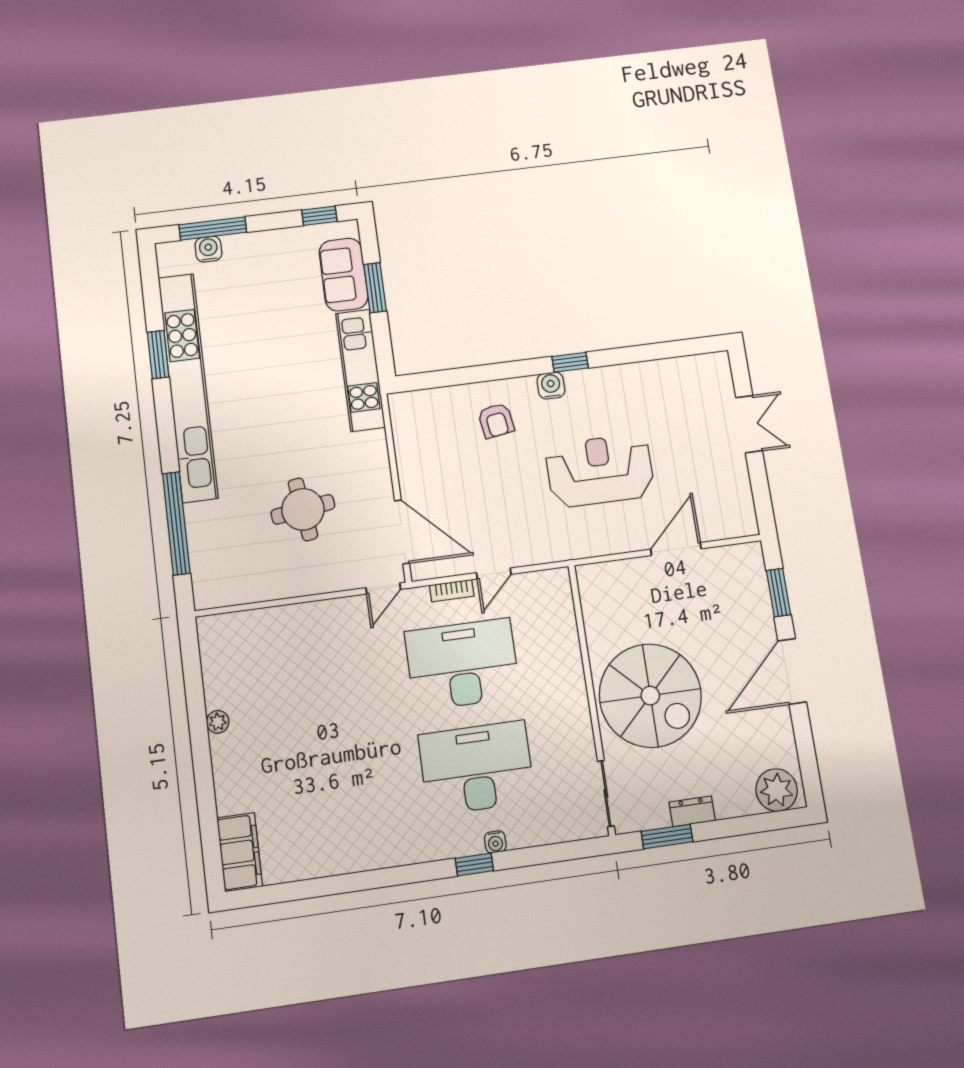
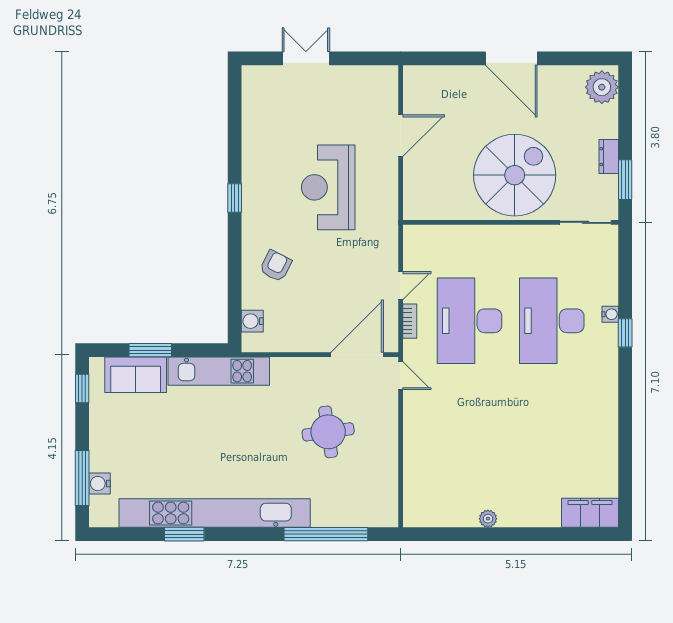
water cooler: (551, 386) -> (252, 321), moved
armchair: (496, 421) -> (276, 266), turned -54
door: (676, 549) -> (401, 136), swing flipped
door: (494, 574) -> (401, 286), hinge flipped
window: (778, 593) -> (447, 58), removed

